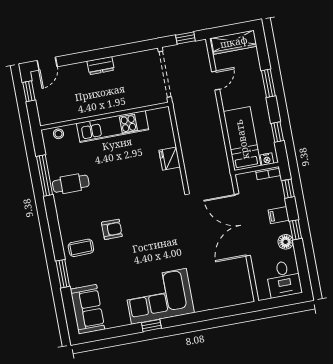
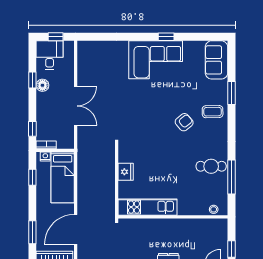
door: (216, 80) -> (76, 229), width x1.87
window: (268, 83) -> (32, 232), moved
kitchen unit: (113, 127) -> (147, 207), moved
filing cabinet: (279, 215) -> (44, 108), removed
double door: (242, 225) -> (76, 106), width x0.73
armchair: (112, 229) -> (184, 122), turned 140
window: (296, 230) -> (32, 80), moved
window: (281, 301) -> (56, 37), added

